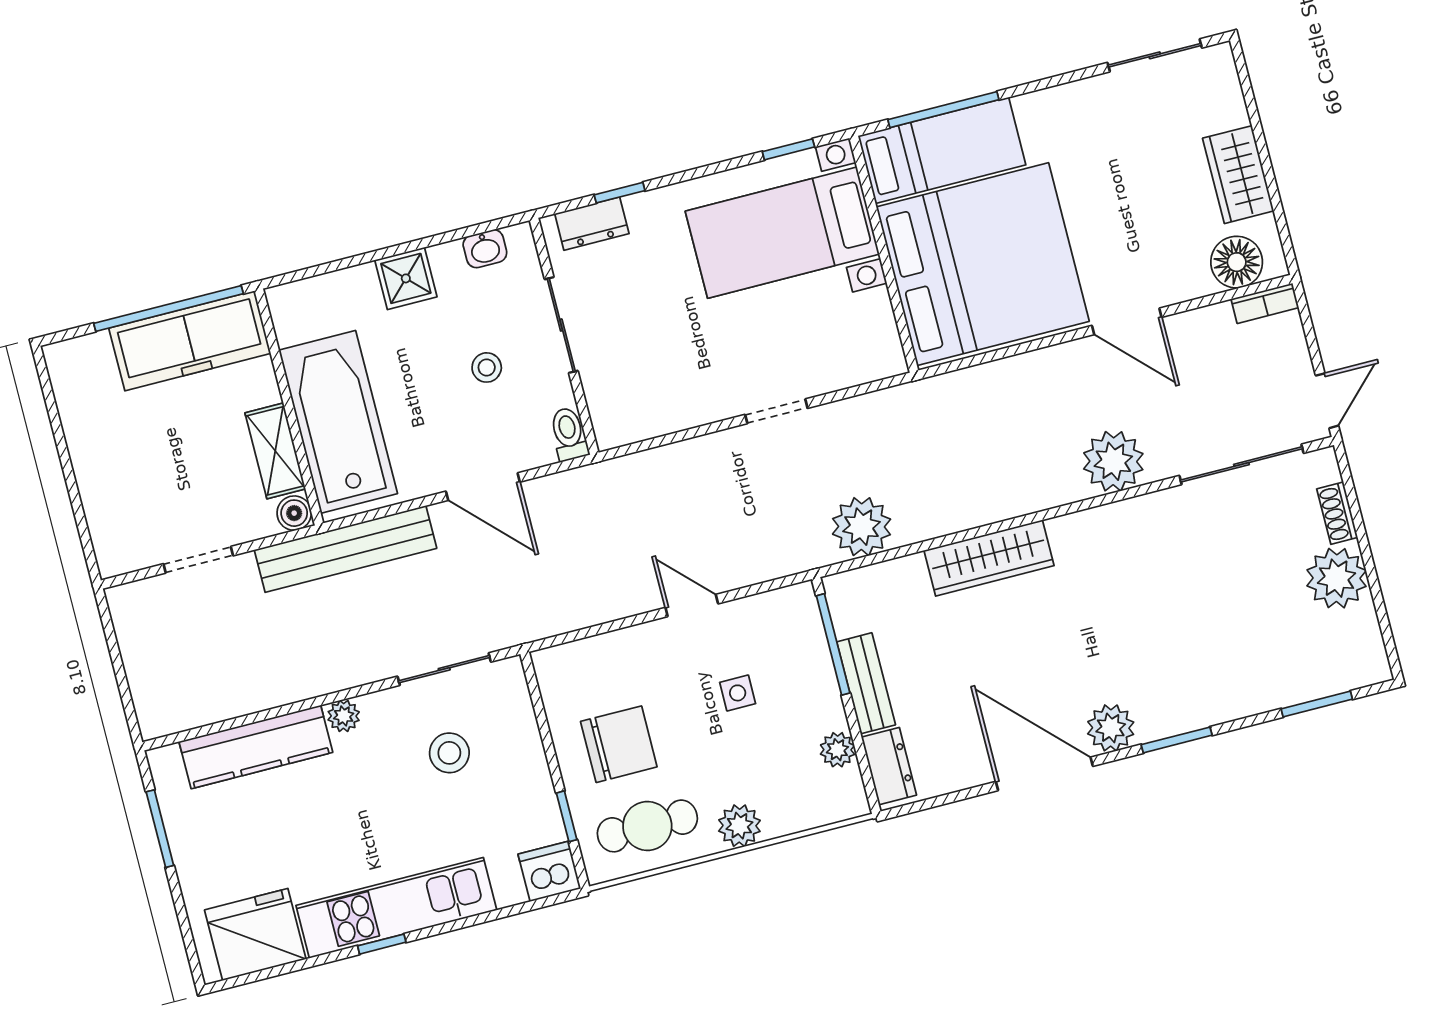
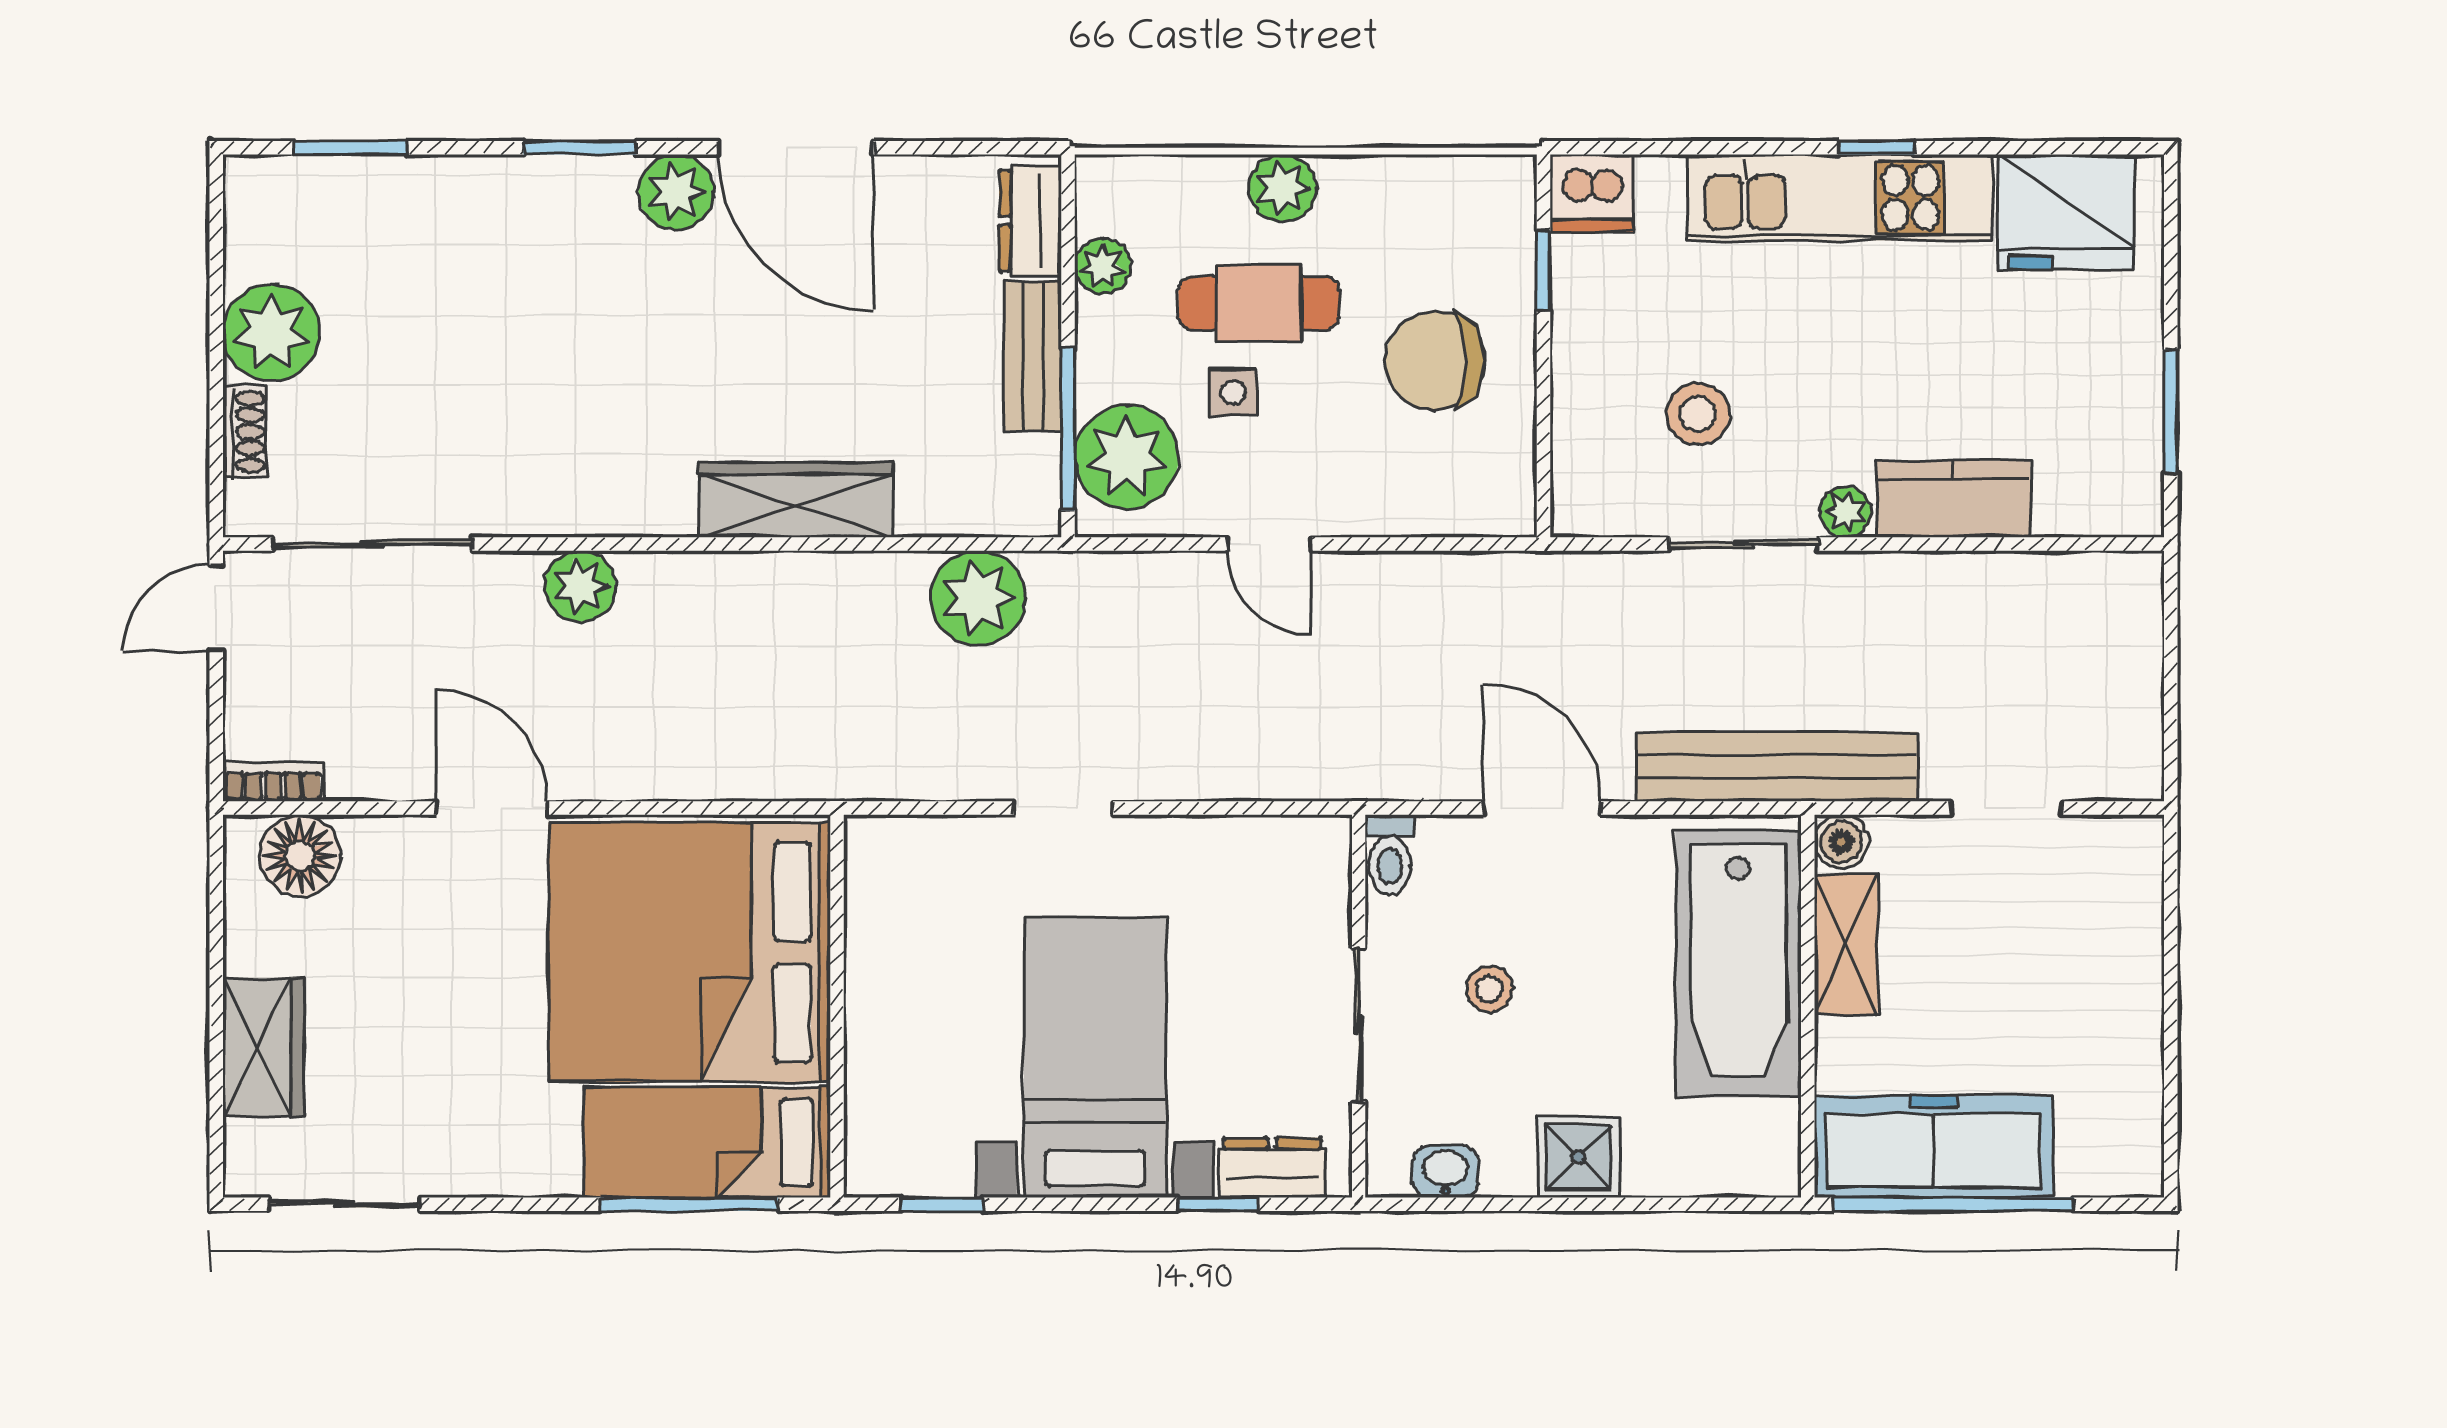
wardrobe: (1238, 175) -> (263, 1047), moved
bed with nightstands: (782, 233) -> (1095, 1057), moved, turned -90
plant: (1113, 461) -> (580, 586), width x0.73, depth x0.73
plant: (793, 636) -> (1127, 457), added
sliding door: (444, 669) -> (1744, 544), moved
kitchen counter: (256, 747) -> (1953, 499), width x0.67
cafe table: (647, 826) -> (1259, 303), moved

